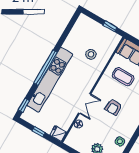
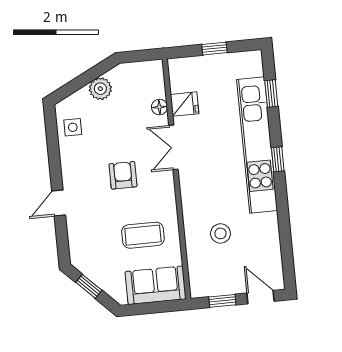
door: (93, 17) -> (261, 297), added
window: (46, 68) -> (278, 159), width x0.32
window: (24, 105) -> (271, 94), moved
fridge: (58, 133) -> (185, 104), moved

